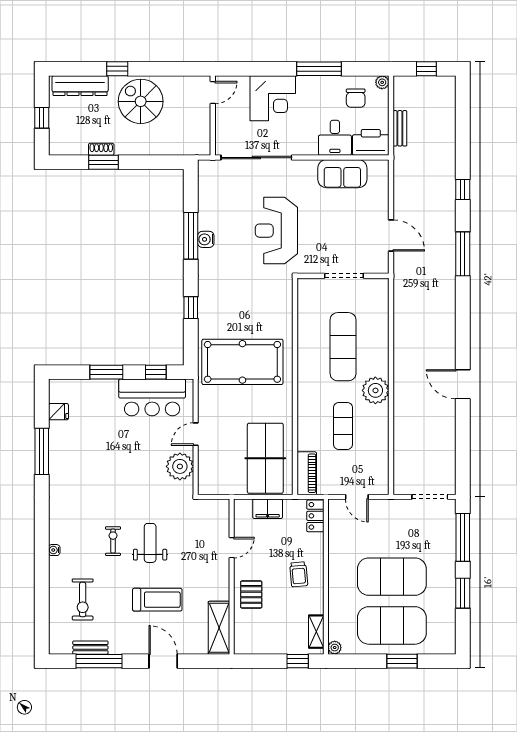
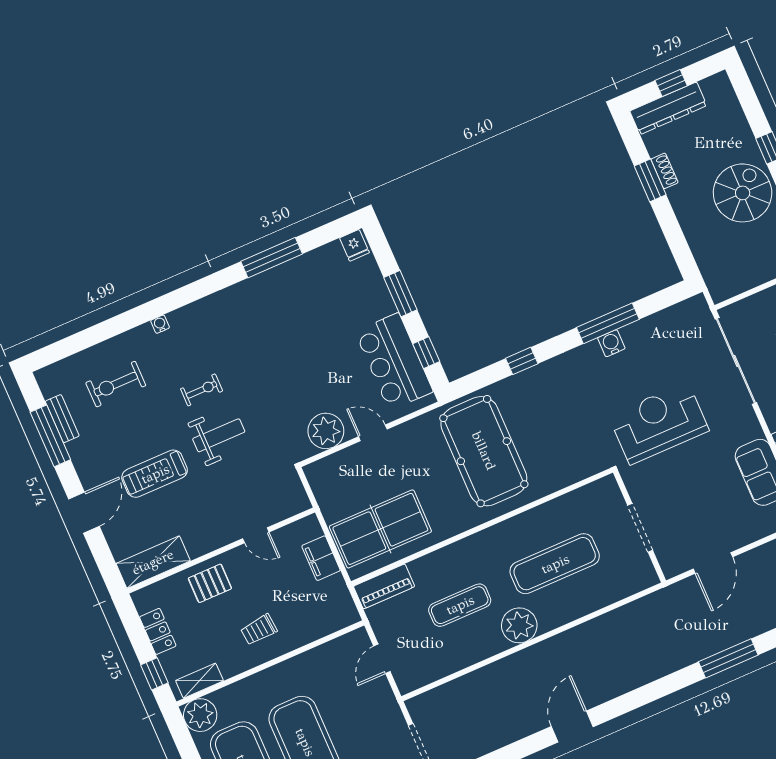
dresser: (80, 86) -> (668, 108), moved, turned -90
fridge: (58, 412) -> (354, 245), moved
locker: (315, 516) -> (158, 631), moved, turned 90
treadmill: (157, 600) -> (155, 474), turned 90
plant: (335, 648) -> (200, 715), width x1.88, depth x1.88

